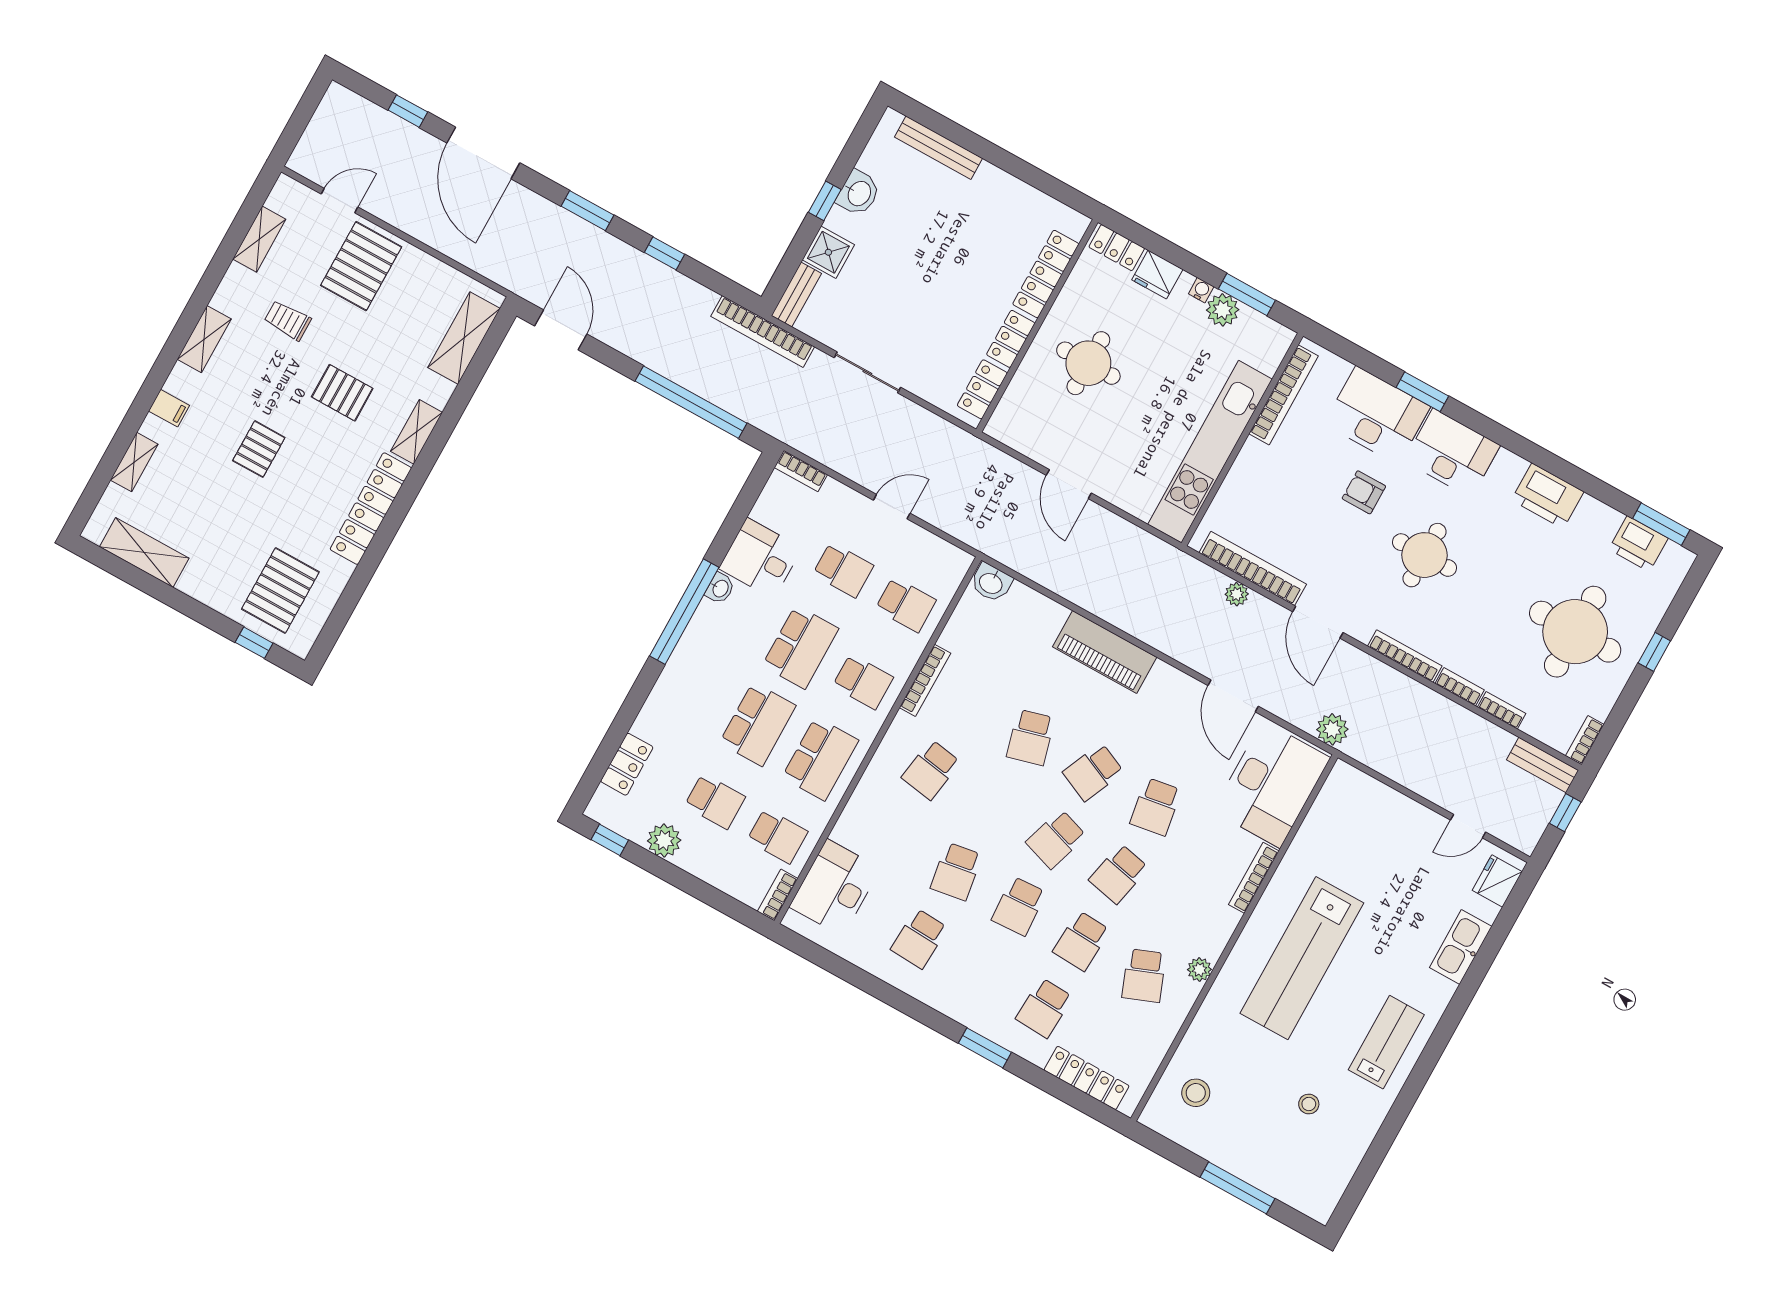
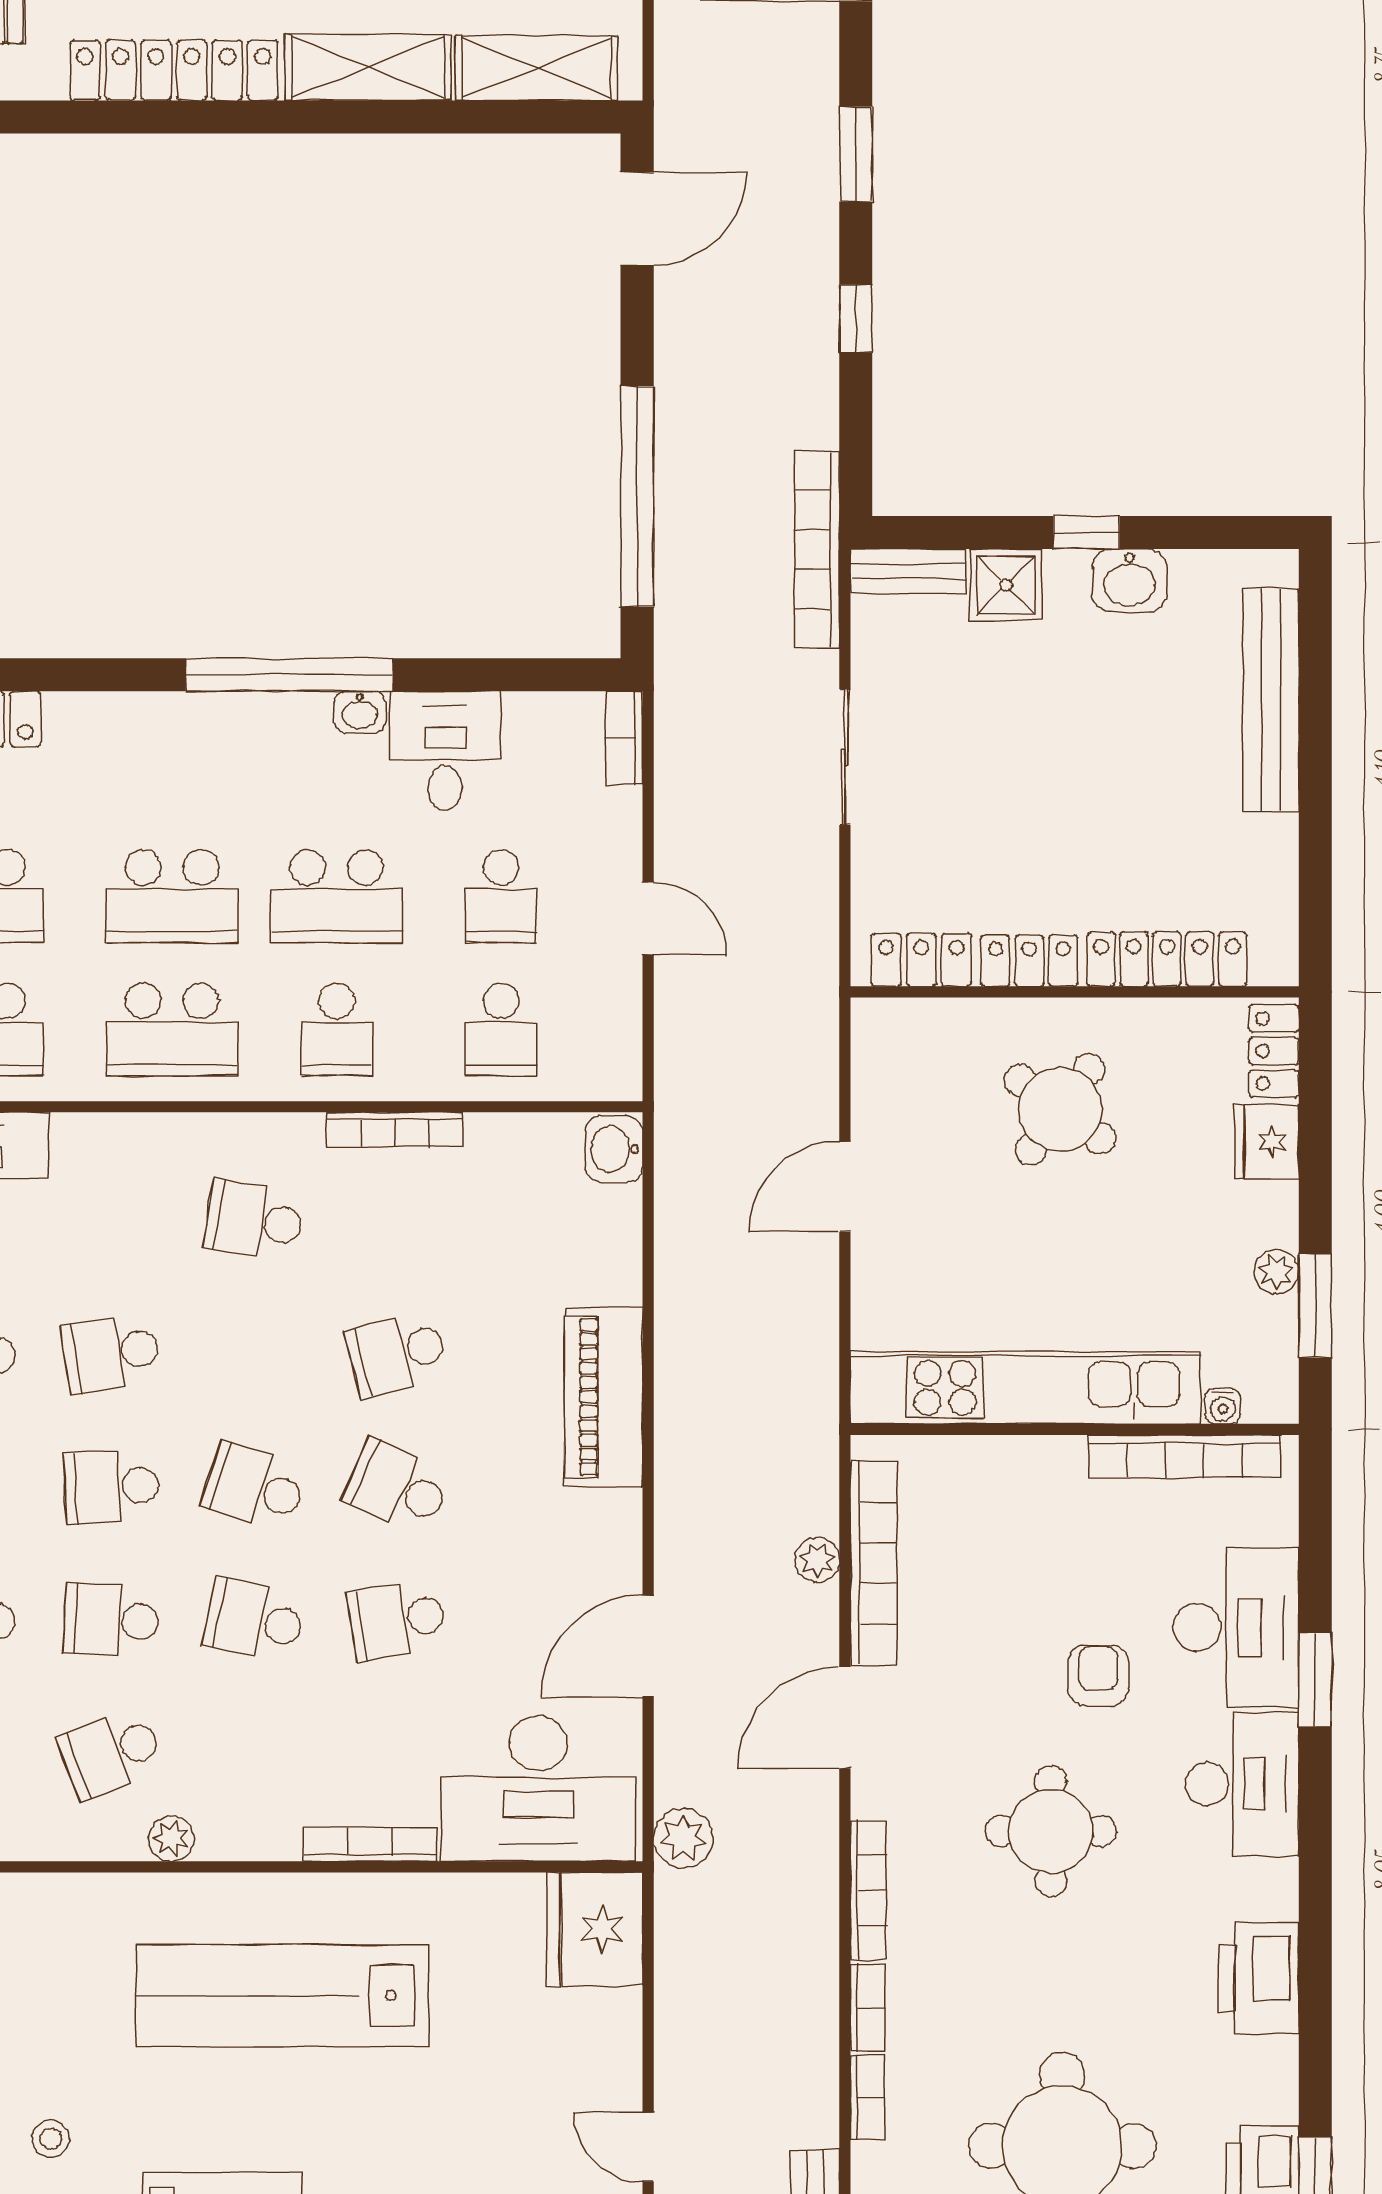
bench: (939, 148) -> (1271, 700), width x1.37, depth x1.21
water cooler: (1201, 290) -> (1223, 1406), moved, turned 90
plant: (1223, 310) -> (1276, 1272), width x0.73, depth x0.73
round table: (1088, 363) -> (1060, 1109), turned 36
shelving: (417, 432) -> (368, 67), width x1.50, depth x1.33
fridge: (1352, 795) -> (594, 1929), added

